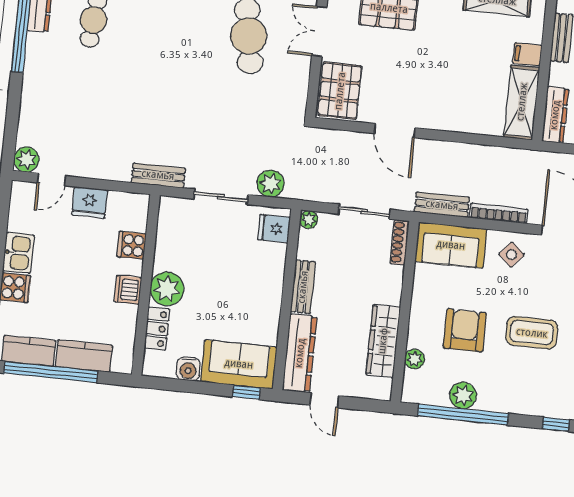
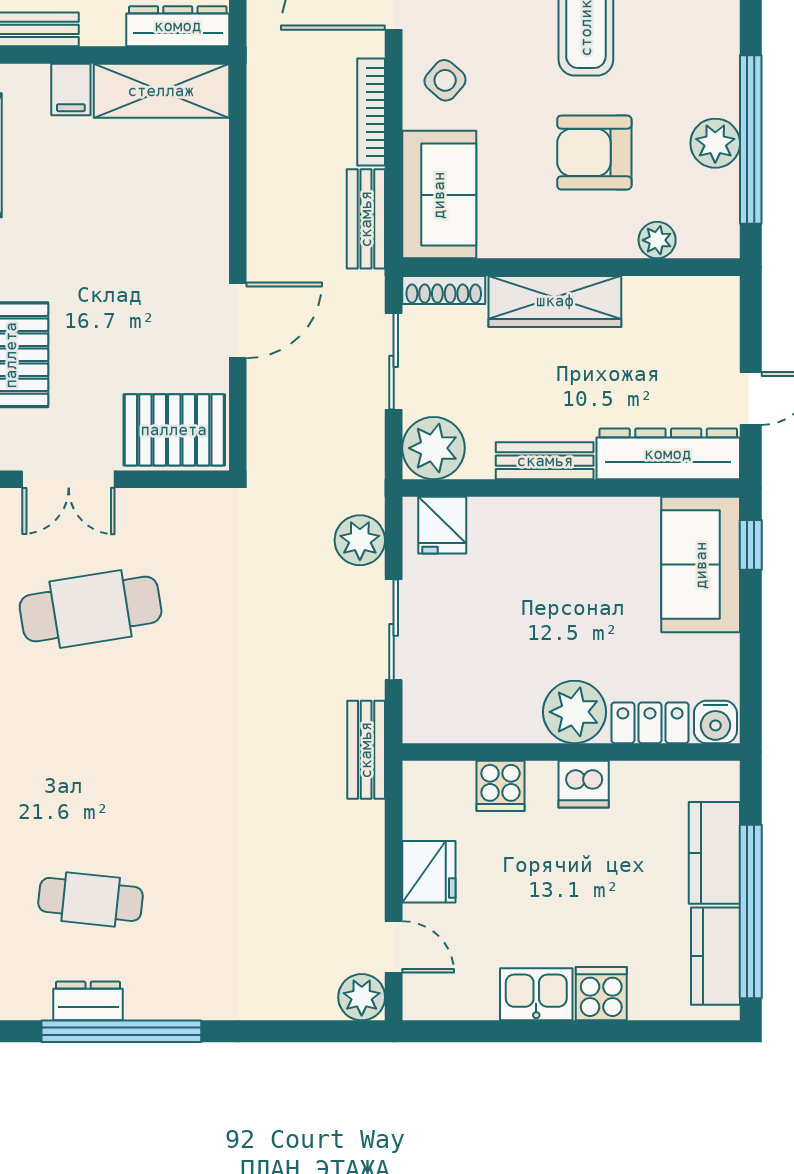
plant: (309, 220) -> (433, 448), width x1.88, depth x1.88
wardrobe: (383, 341) -> (555, 301), moved
water cooler: (188, 369) -> (715, 722), moved, turned 90

